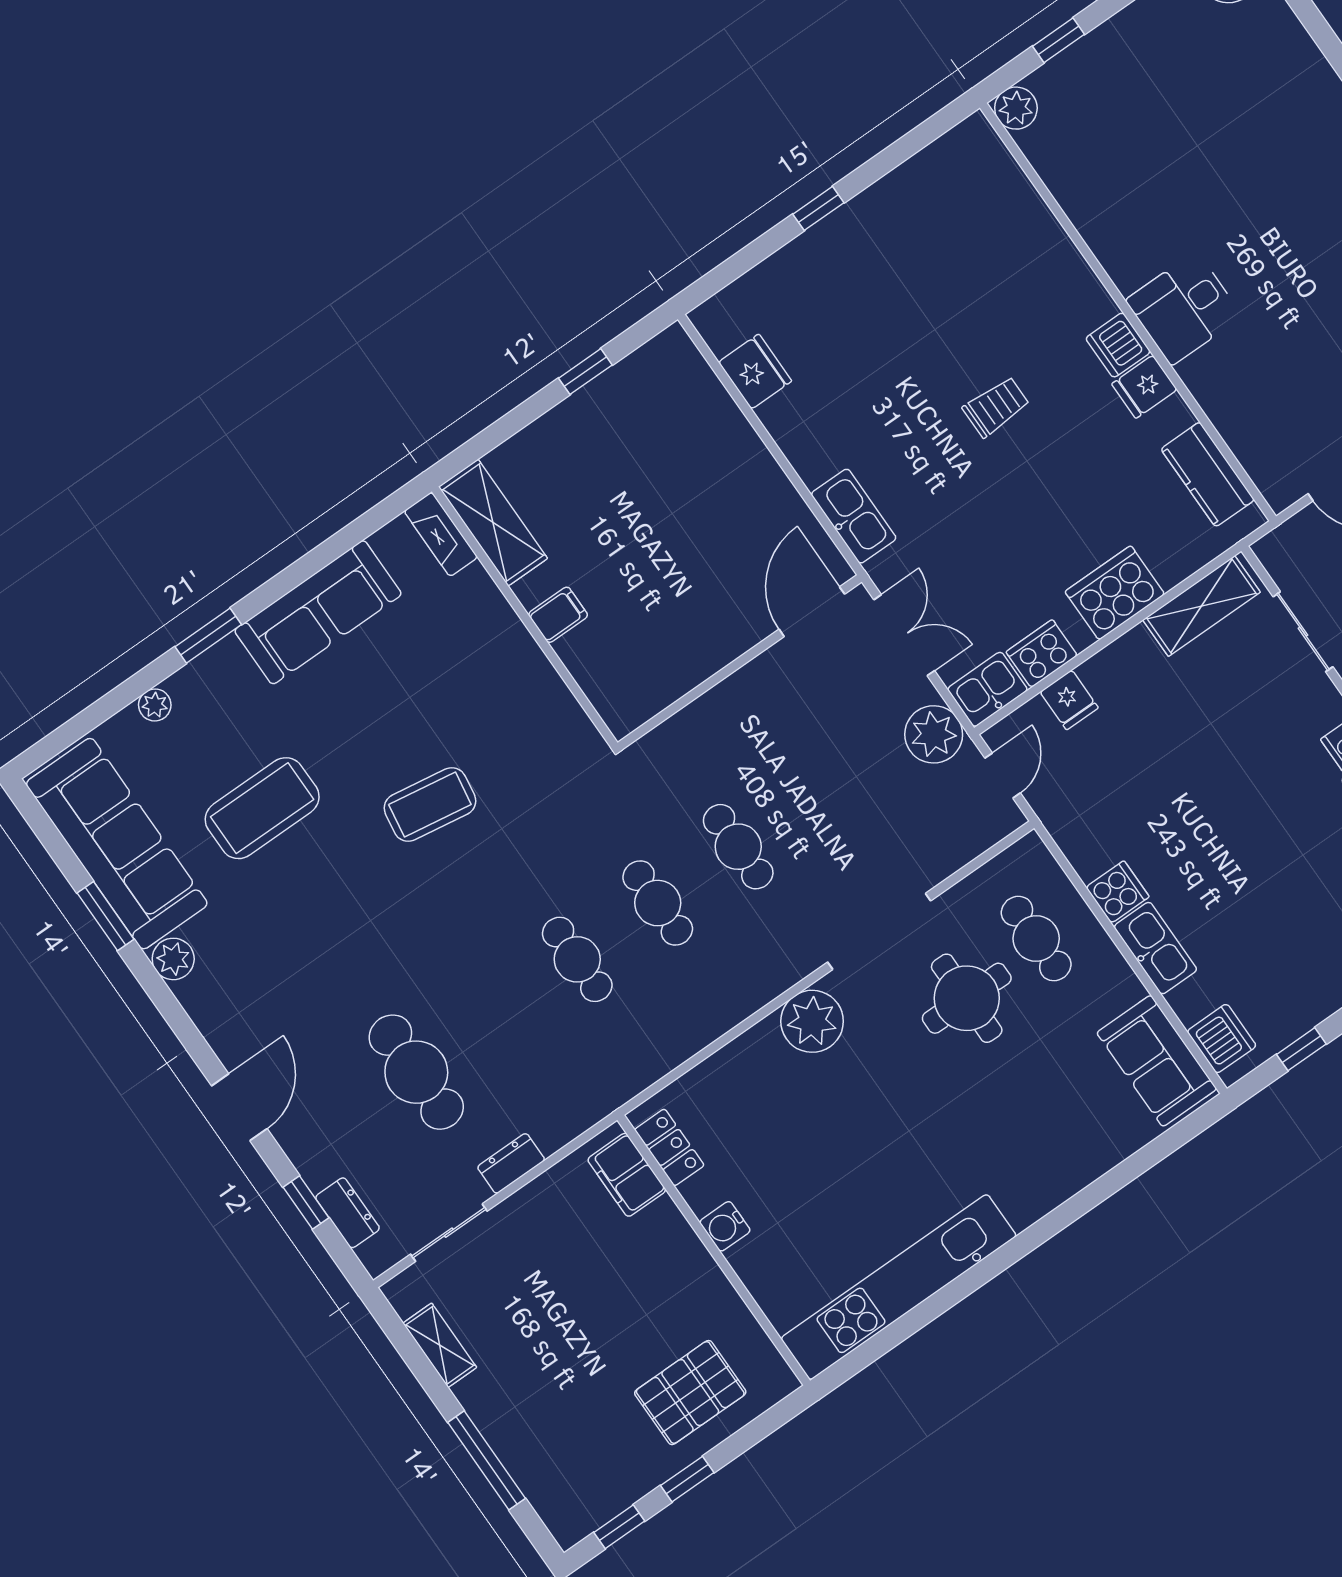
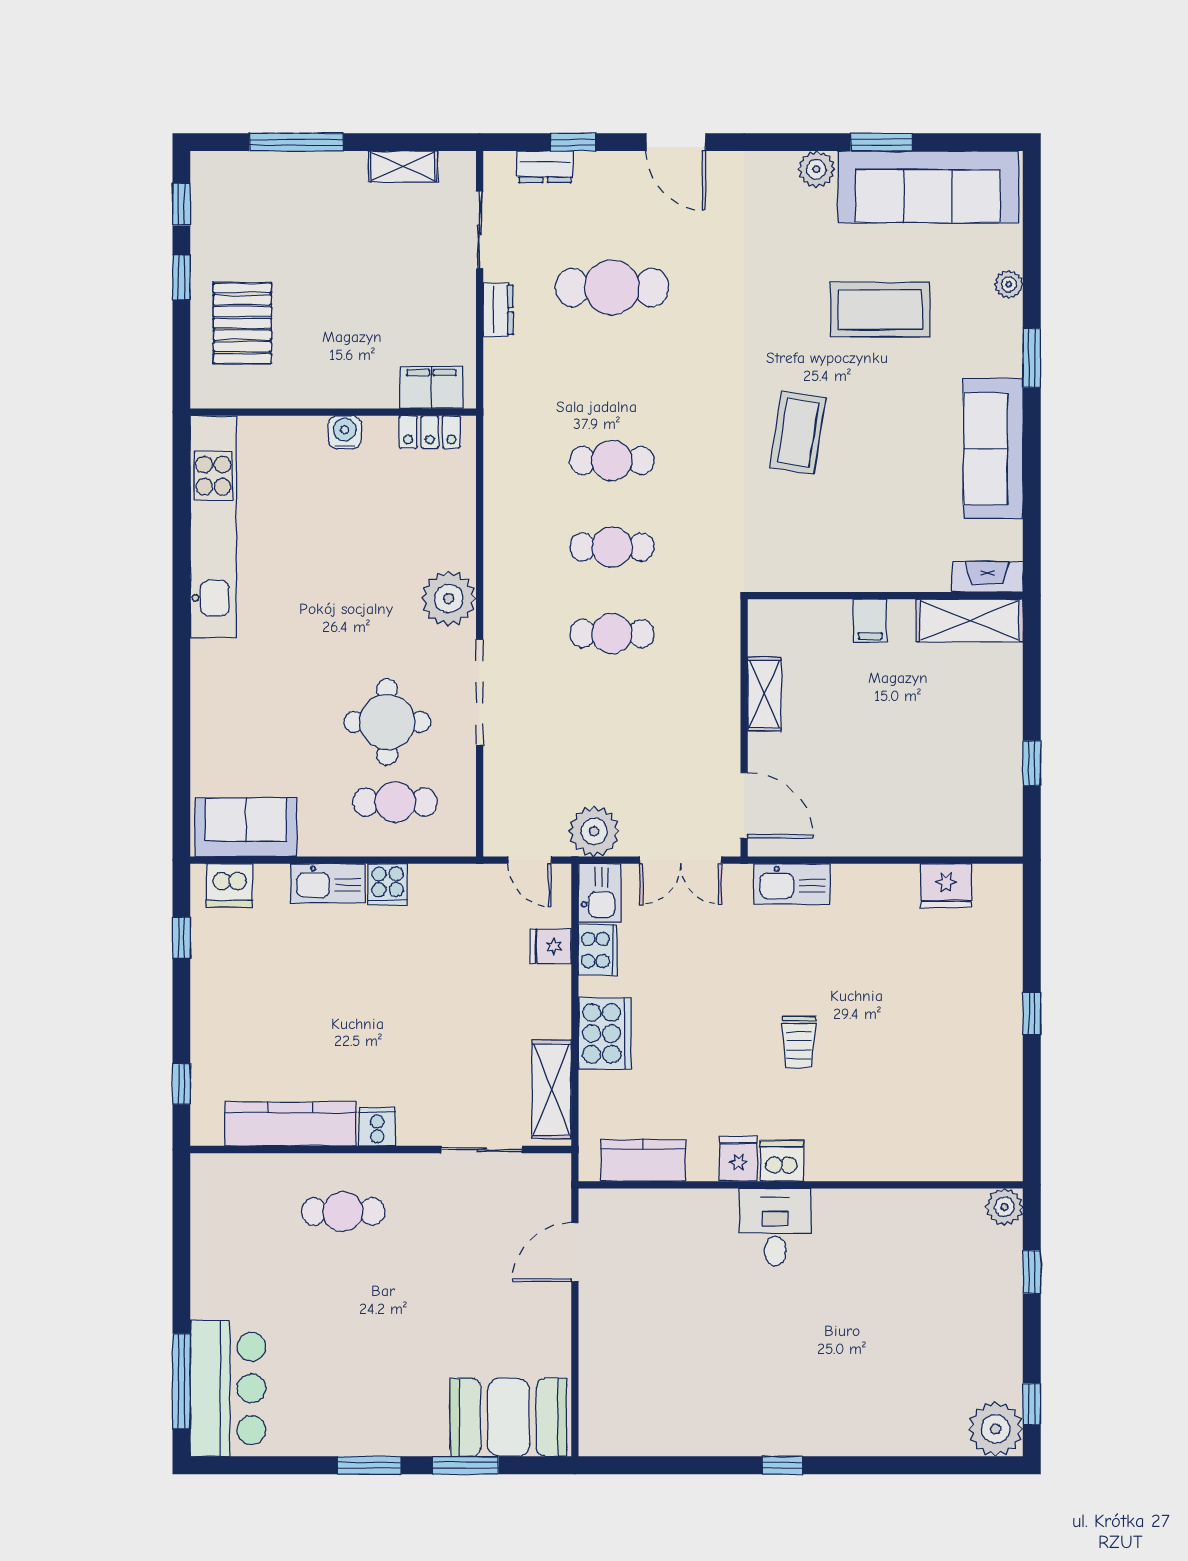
shelving: (695, 665) -> (764, 694), added
coffee table: (262, 808) -> (880, 310), turned 90

